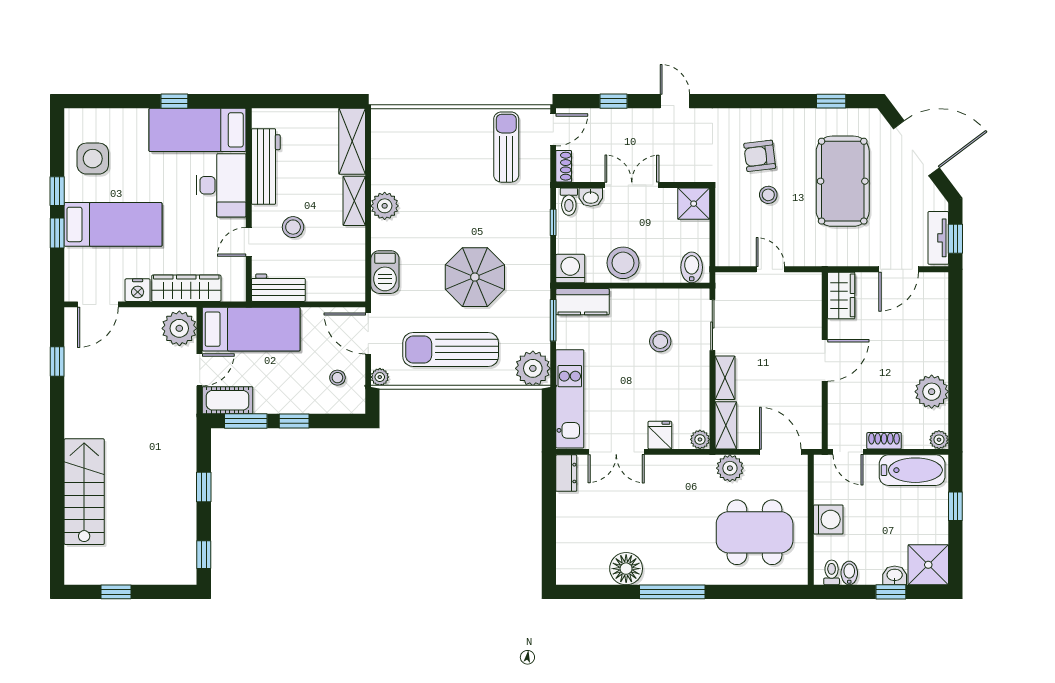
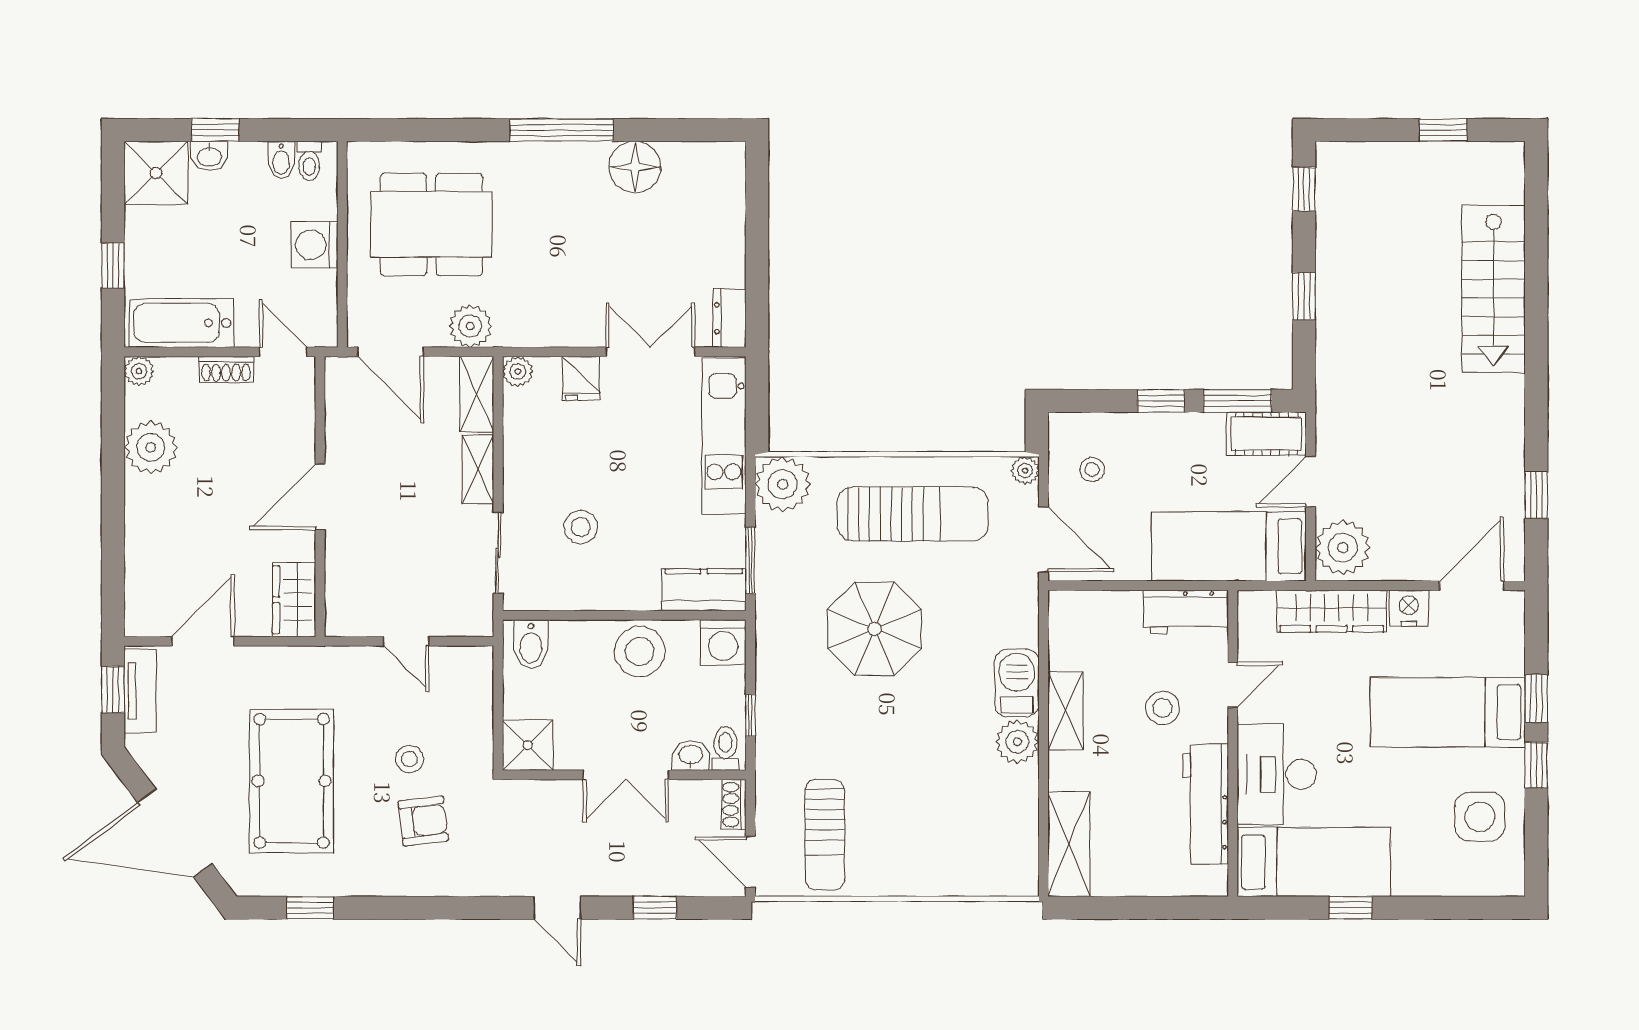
door: (553, 130) -> (750, 862), hinge flipped
shelving: (354, 201) -> (1066, 711), moved
barbecue: (385, 272) -> (1017, 683), moved

